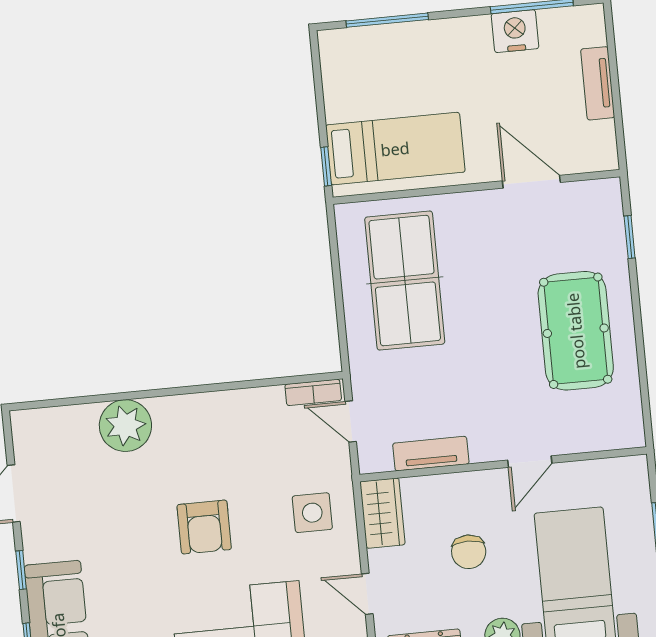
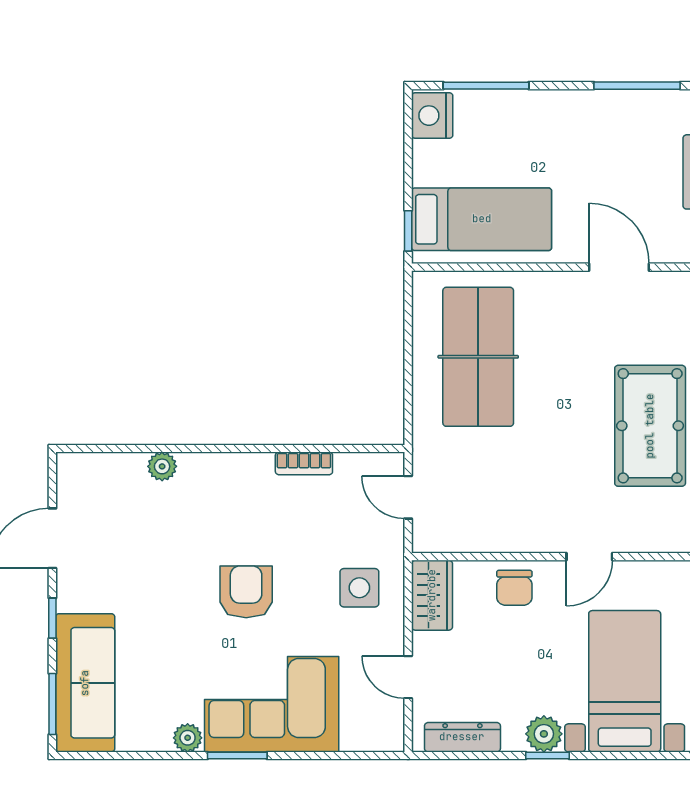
nightstand: (515, 31) -> (432, 116), moved, turned -90
bookcase: (313, 392) -> (304, 463), moved
plant: (125, 426) -> (162, 466), width x0.53, depth x0.53
tv unit: (431, 454) -> (488, 538), removed
armchair: (204, 527) -> (246, 592), turned 180
chair: (469, 552) -> (514, 588), moved

